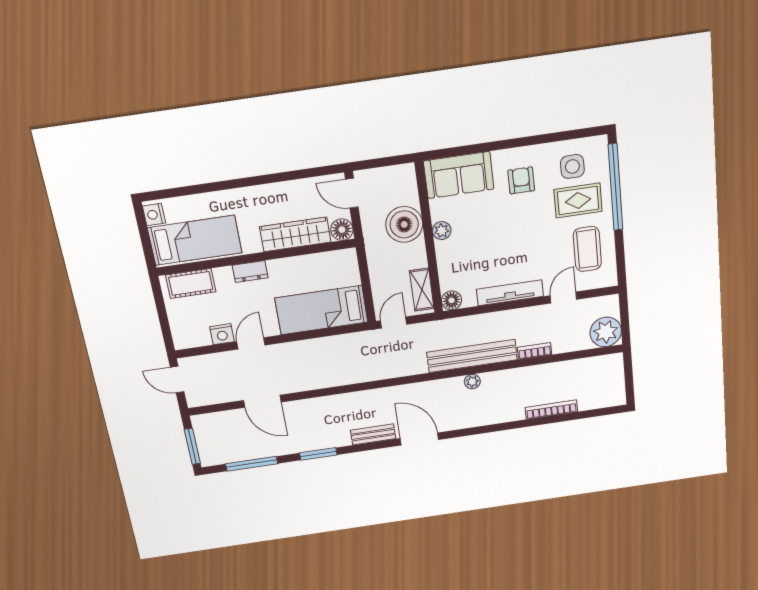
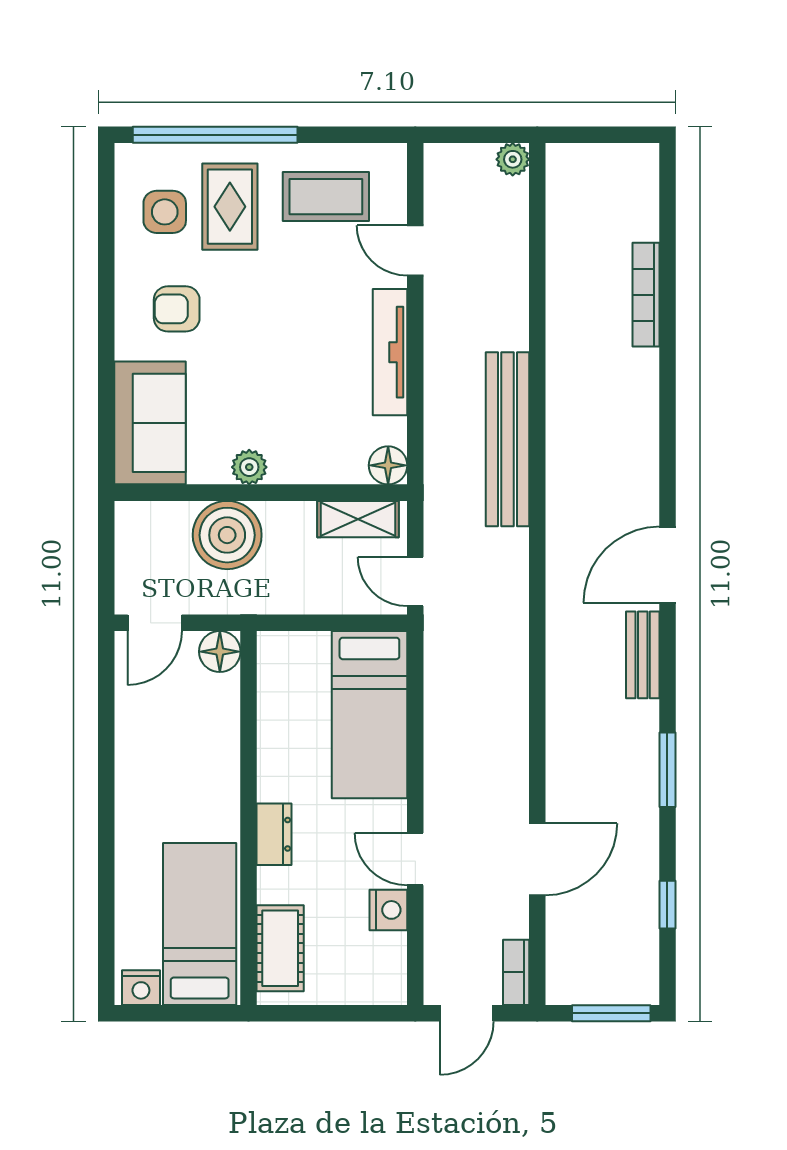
wardrobe: (295, 234) -> (216, 739), removed
plant: (606, 332) -> (513, 159), width x0.53, depth x0.53
bookcase: (535, 351) -> (516, 972), moved
plant: (472, 382) -> (561, 445), removed
window: (252, 464) -> (667, 905), width x0.46

